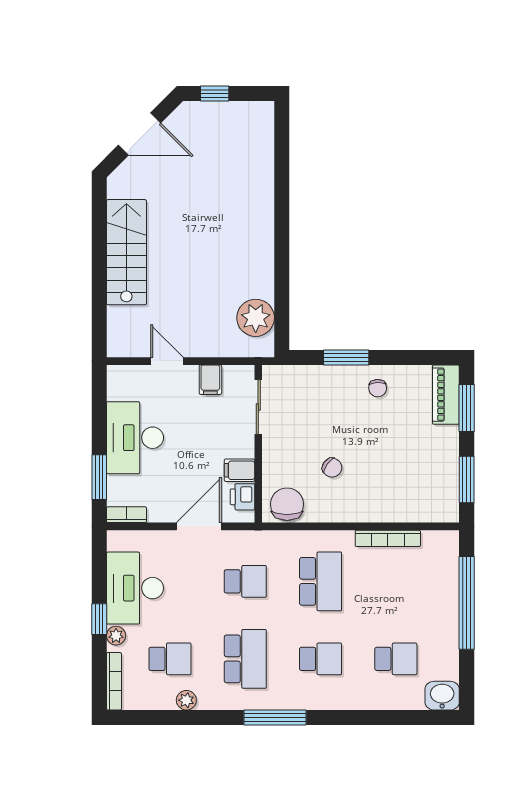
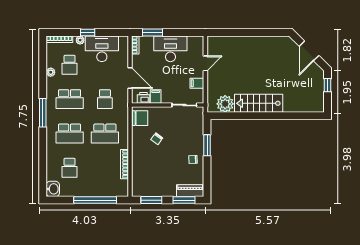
stairs: (126, 252) -> (259, 103), moved, turned 180
school desk: (321, 659) -> (70, 133), width x1.85

